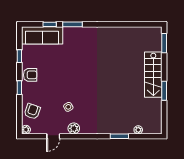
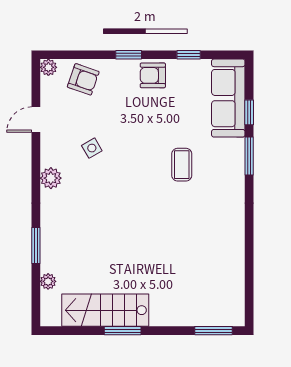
coffee table: (77, 60) -> (182, 165), added
armchair: (30, 75) -> (153, 75), turned 90
stairs: (153, 75) -> (105, 310), moved
plant: (74, 128) -> (51, 178), moved
door: (53, 136) -> (36, 119), hinge flipped

